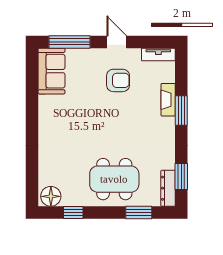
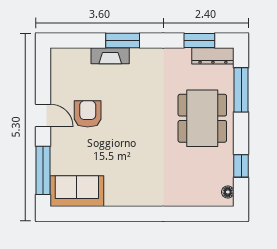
door: (117, 42) -> (43, 116), swing flipped
tv unit: (158, 54) -> (58, 67), removed
floor lamp: (51, 196) -> (228, 192), width x0.53, depth x0.53
window: (139, 212) -> (241, 90), width x1.44

